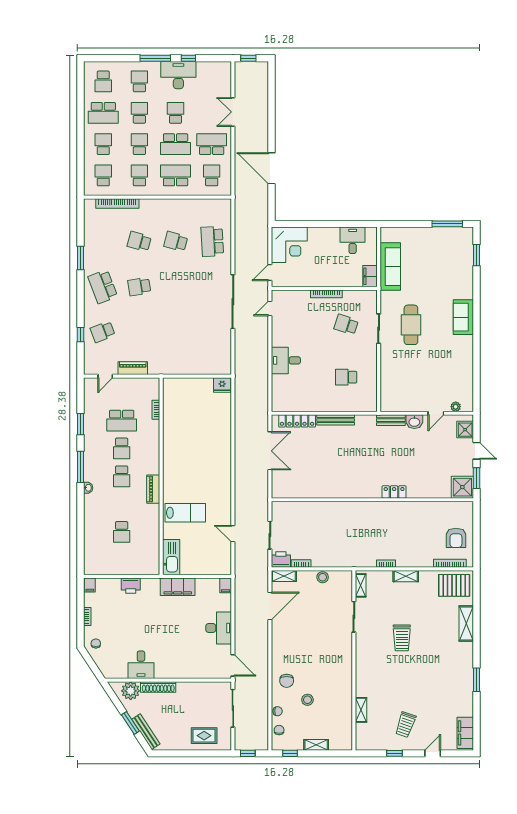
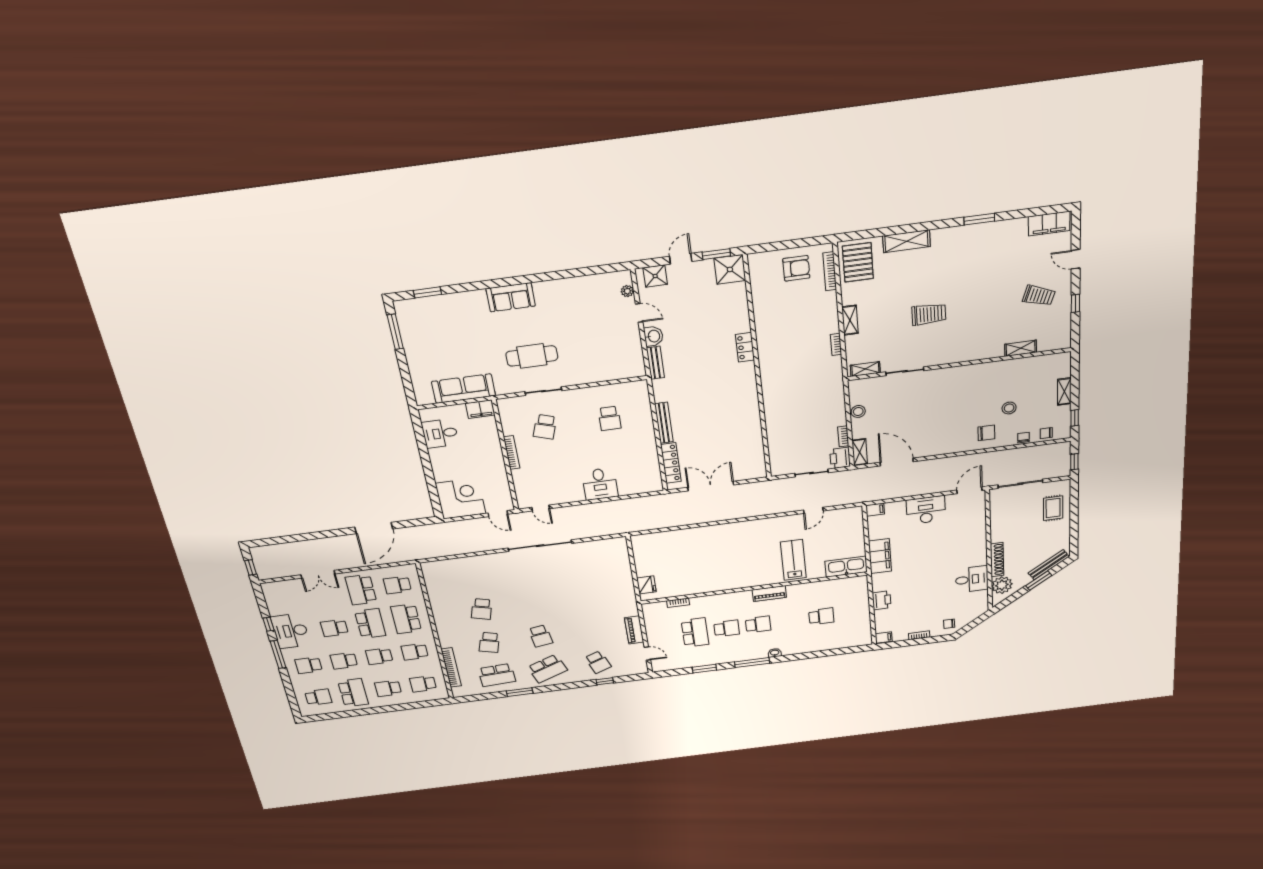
school desk: (212, 241) -> (497, 675), moved
fridge: (222, 385) -> (646, 585), moved

